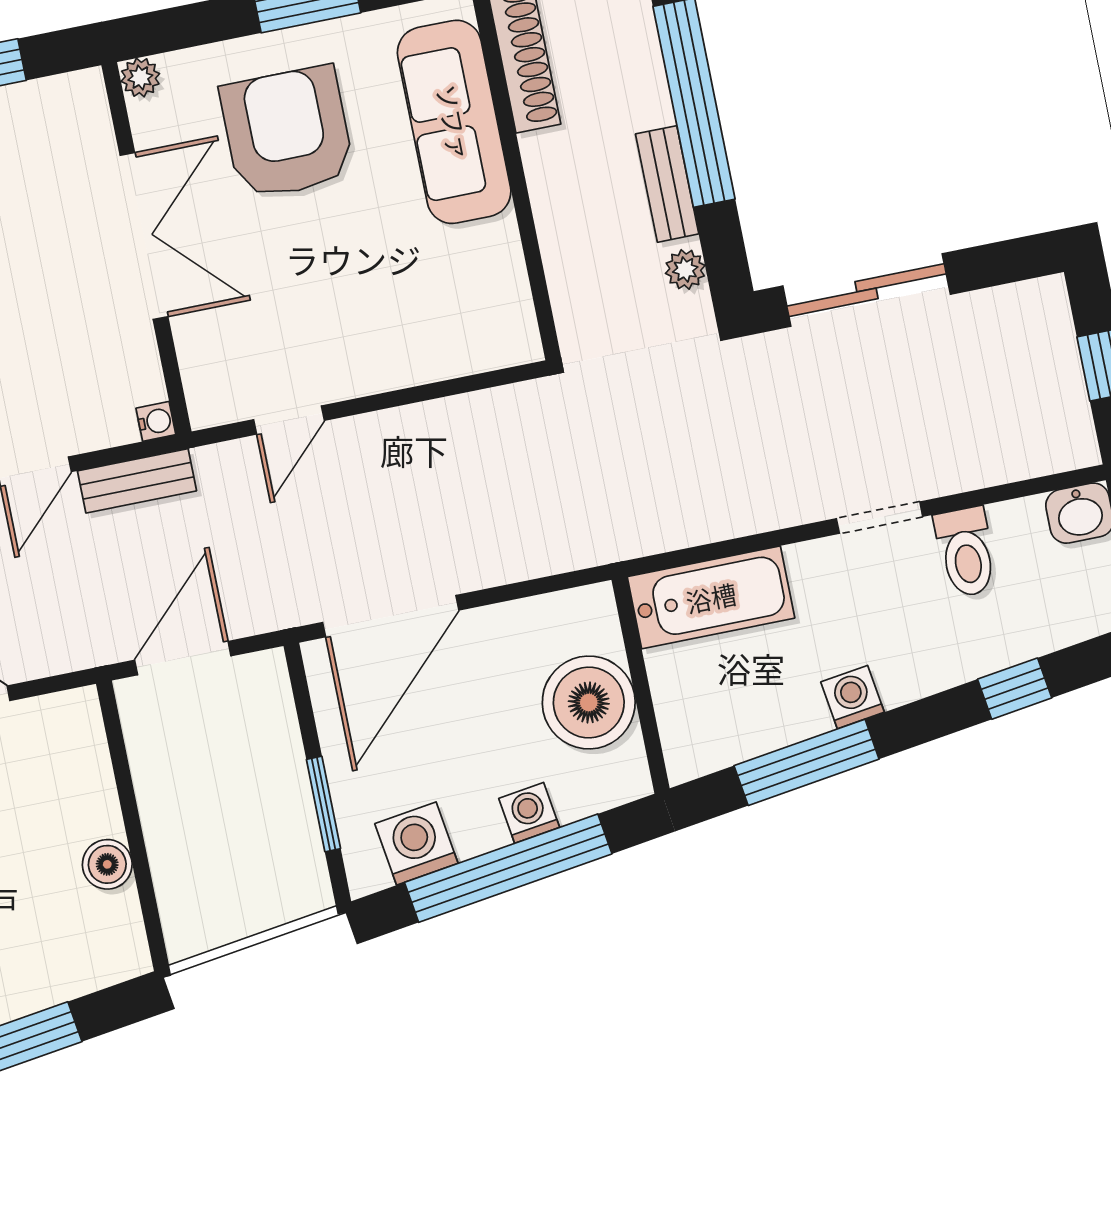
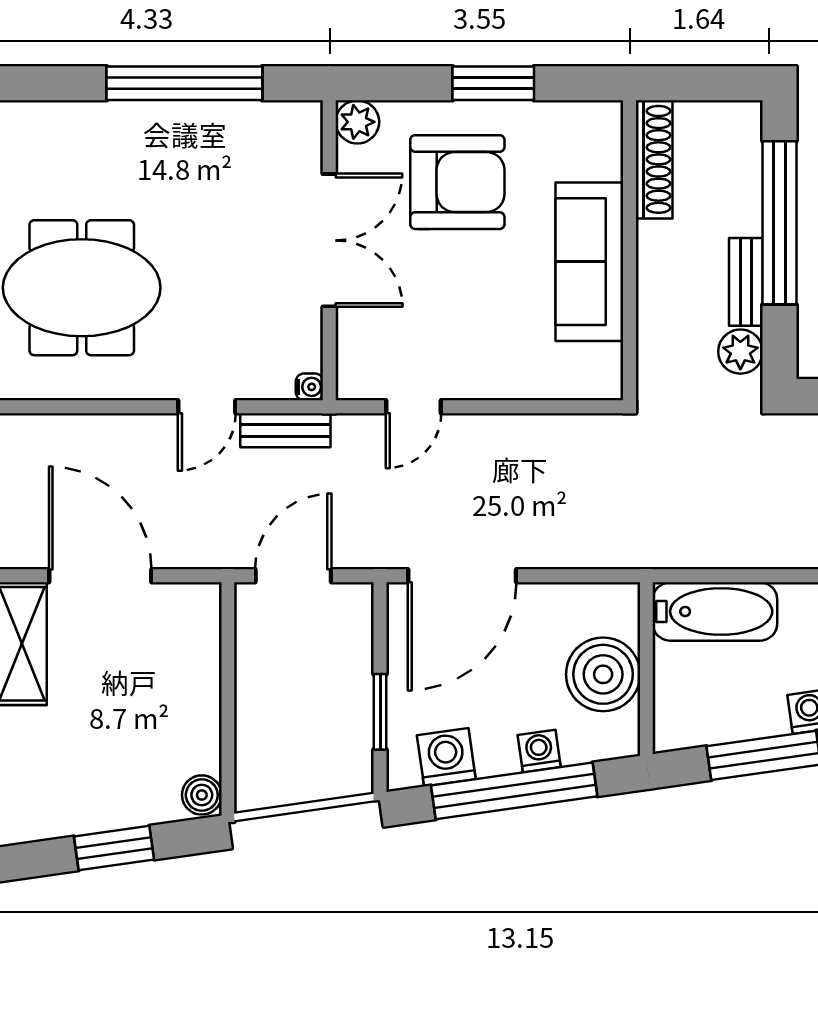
plant: (140, 78) -> (357, 122), width x1.38, depth x1.38
sofa: (454, 122) -> (589, 262), moved
armchair: (287, 133) -> (457, 182), turned 90
plant: (685, 269) -> (740, 352), width x1.38, depth x1.38
boiler: (107, 864) -> (202, 795), moved

